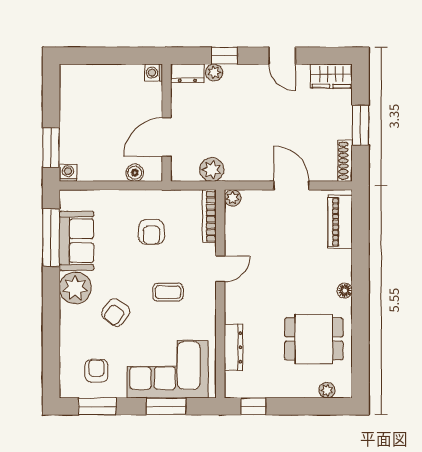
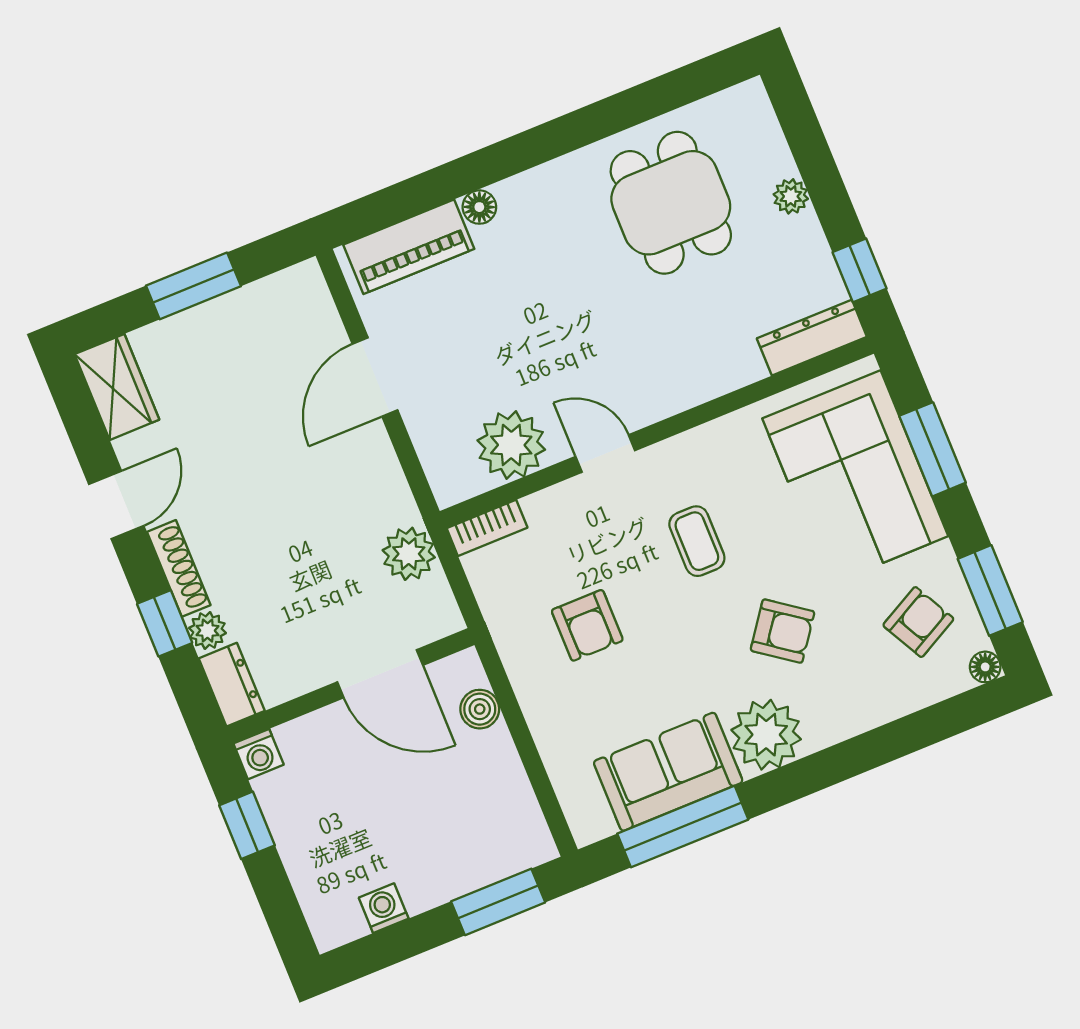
window: (126, 56) -> (247, 825), added
shoe rack: (345, 161) -> (179, 568), moved, turned -90
washing machine: (68, 173) -> (384, 908), moved, turned 90
plant: (233, 198) -> (511, 445), moved, width x1.87, depth x1.87
bookcase: (209, 216) -> (487, 528), width x0.64
armchair: (151, 232) -> (587, 625), turned 90
floor lamp: (345, 291) -> (479, 207), moved
dresser: (233, 347) -> (812, 338), moved
armchair: (96, 371) -> (918, 622), turned 152
plant: (327, 390) -> (791, 196), moved
floor lamp: (66, 391) -> (985, 667), added

